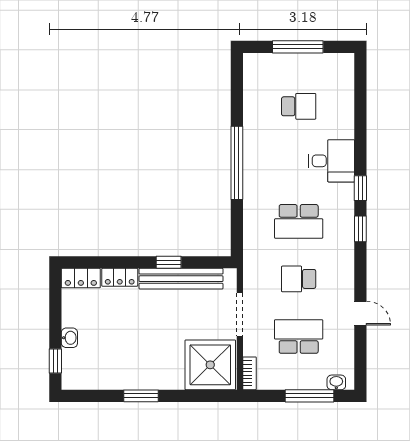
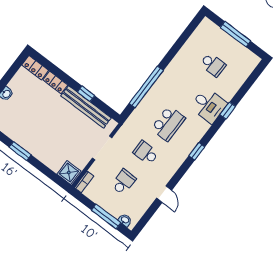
window: (237, 163) -> (146, 87), moved
window: (360, 188) -> (228, 111), moved
school desk: (299, 221) -> (168, 123), turned -90
school desk: (299, 336) -> (124, 182), width x0.54
shower: (210, 365) -> (69, 173), width x0.54, depth x0.54

